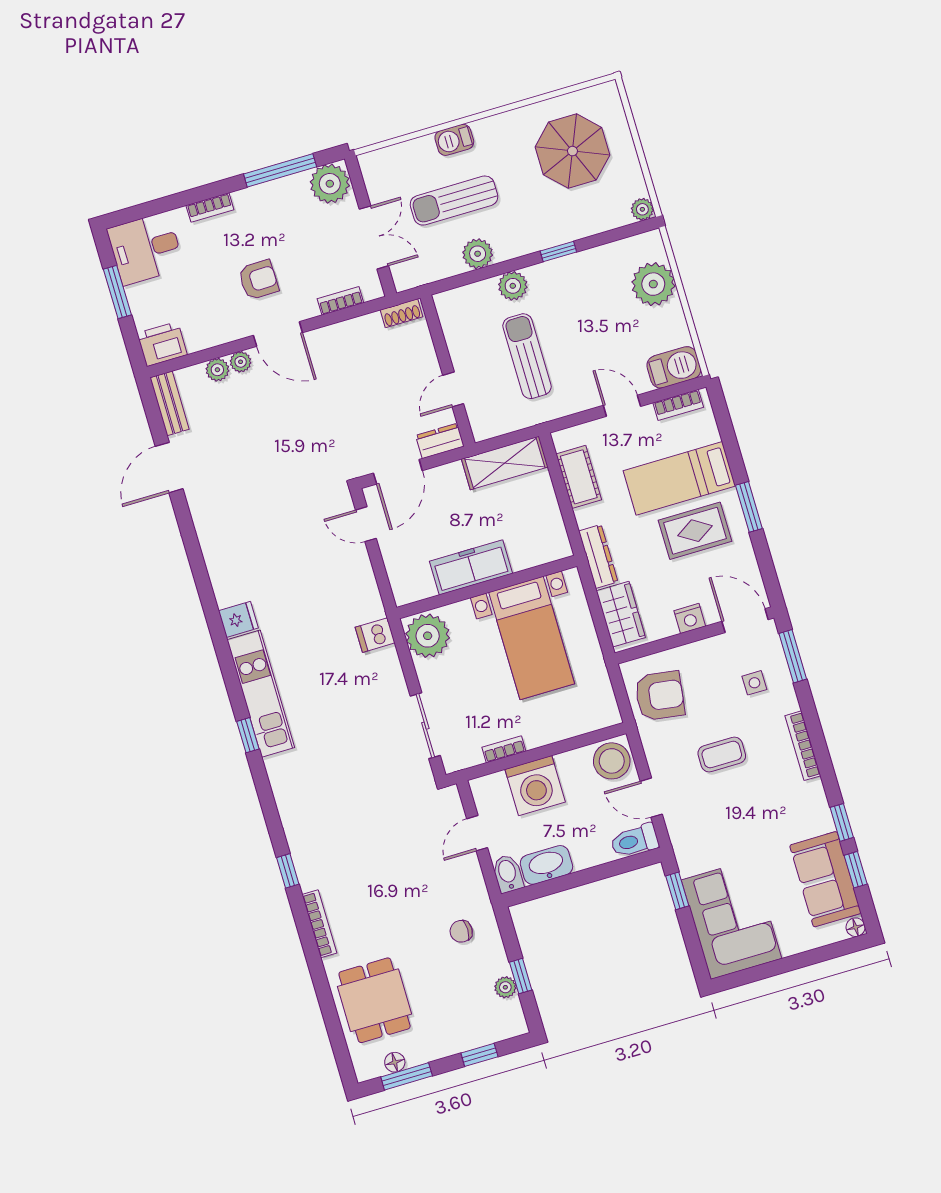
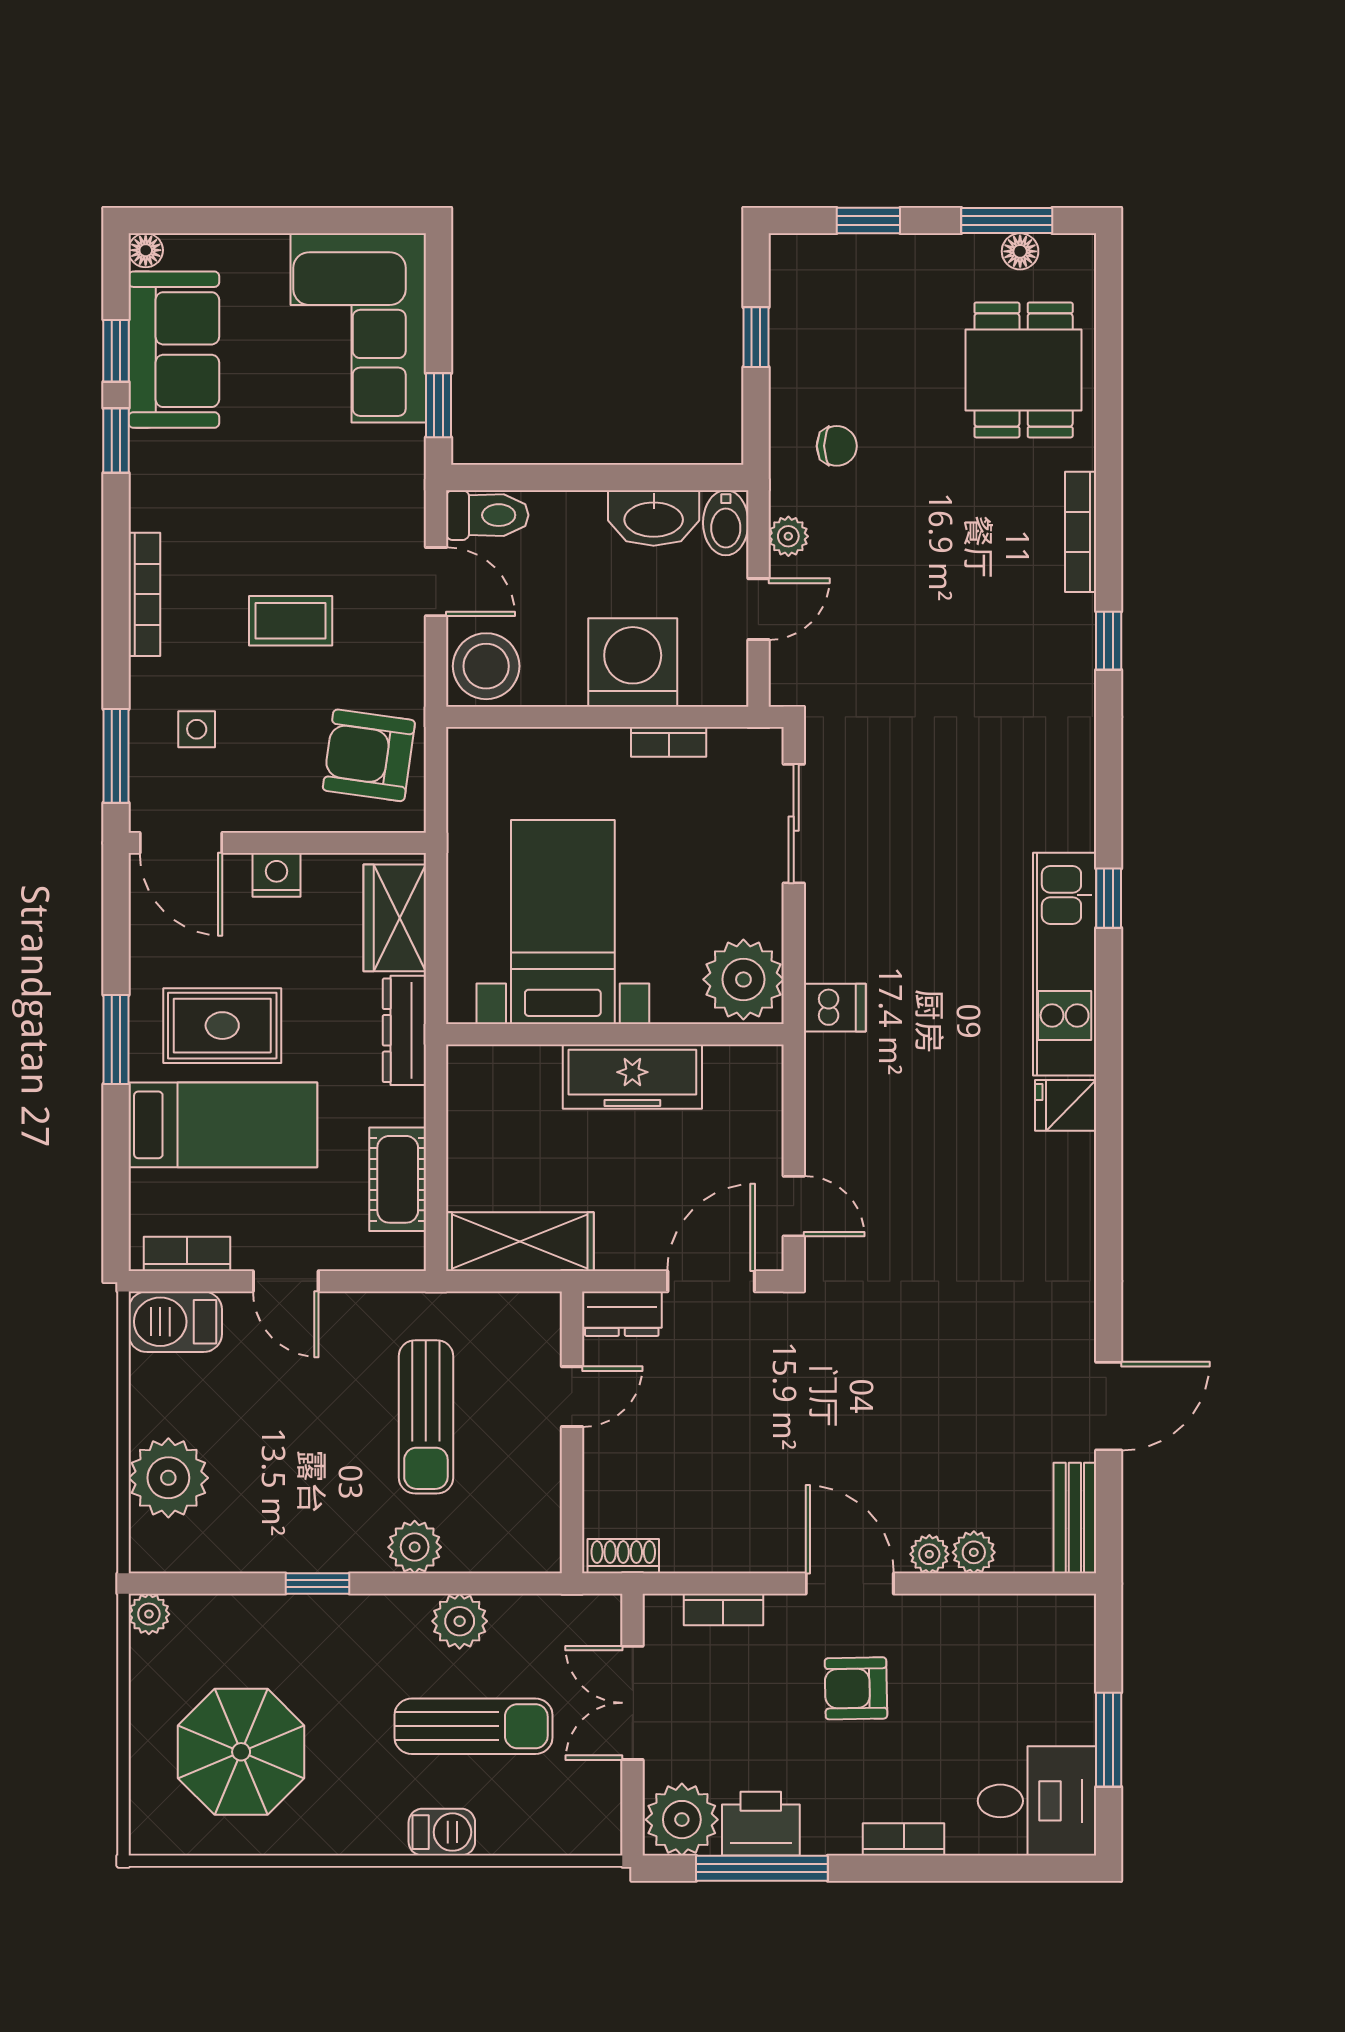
printer: (162, 344) -> (761, 1824), moved, turned 180
plant: (505, 987) -> (788, 536), moved

